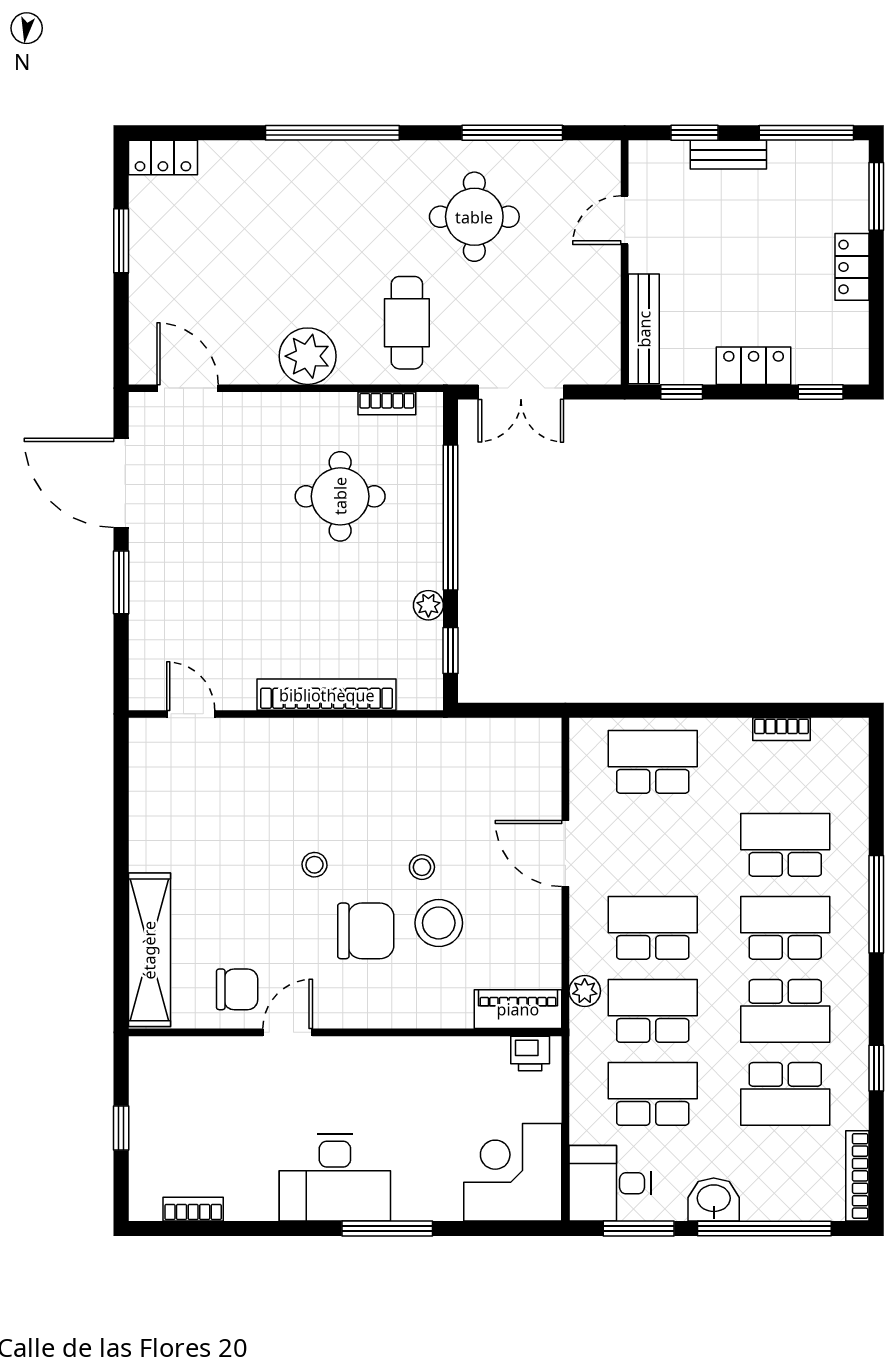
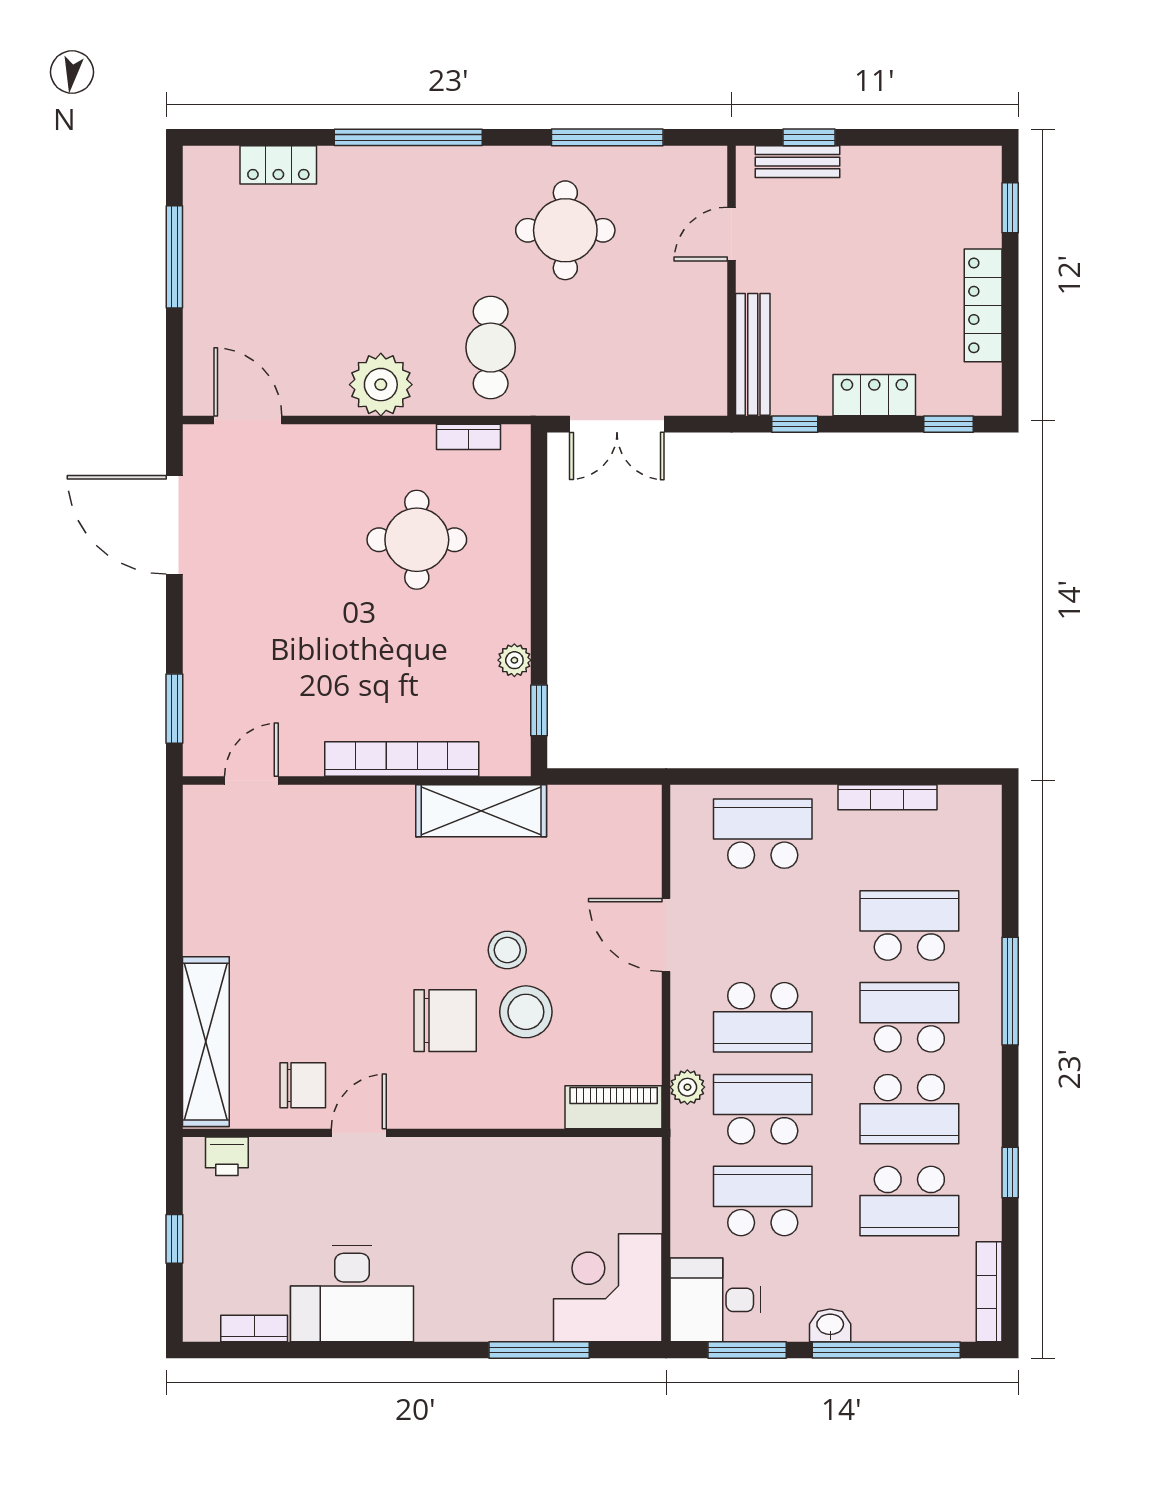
window: (806, 133) -> (933, 137), removed
bench: (728, 155) -> (798, 162), moved
locker: (163, 158) -> (278, 165), moved
window: (876, 196) -> (1010, 208), width x0.67
window: (121, 241) -> (174, 257), width x1.44
locker: (852, 267) -> (983, 305), width x1.53
window: (451, 518) -> (539, 563), removed
window: (121, 582) -> (174, 709), moved
door: (191, 714) -> (251, 781), hinge flipped
bookcase: (782, 729) -> (887, 797), width x1.56
shelving: (398, 741) -> (481, 811), added
stool: (314, 865) -> (388, 947), removed
stool: (422, 867) -> (507, 950), width x1.37, depth x1.37
school desk: (653, 928) -> (763, 1017), turned 180
printer: (530, 1054) -> (227, 1156), moved
desk: (335, 1178) -> (352, 1294), moved
washbasin: (714, 1200) -> (830, 1325), width x0.72, depth x0.69
window: (387, 1229) -> (539, 1350), moved

